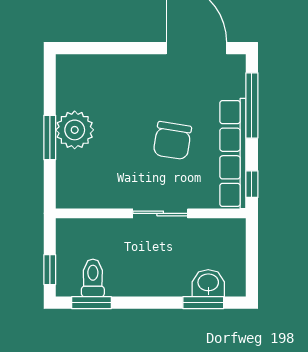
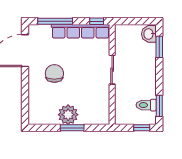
chair: (172, 141) -> (54, 73), moved, turned -99
washbasin: (208, 283) -> (149, 34), moved

